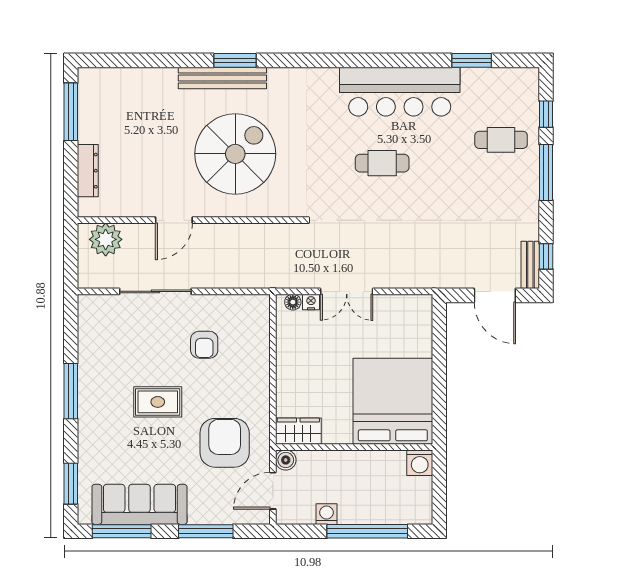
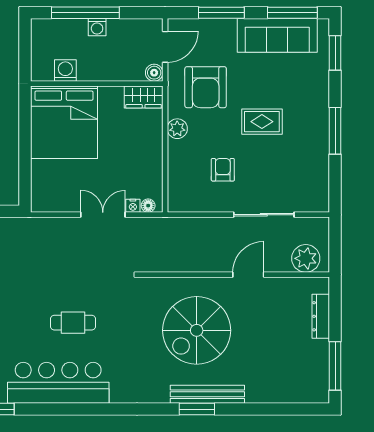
plant: (258, 394) -> (177, 129), added
washing machine: (420, 463) -> (65, 70), moved
washing machine: (327, 514) -> (97, 27), moved

